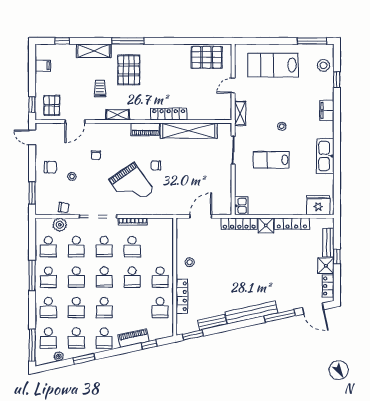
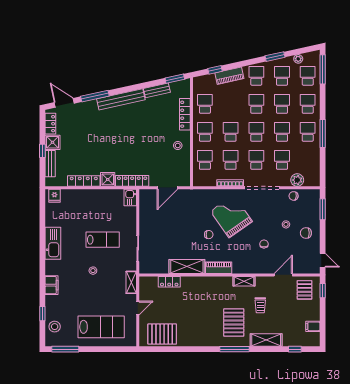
locker: (169, 114) -> (169, 282), moved, width x0.66
shelving: (189, 131) -> (187, 267), width x0.68
fridge: (318, 205) -> (55, 196), width x0.53, depth x0.75
school desk: (48, 247) -> (205, 160), moved

